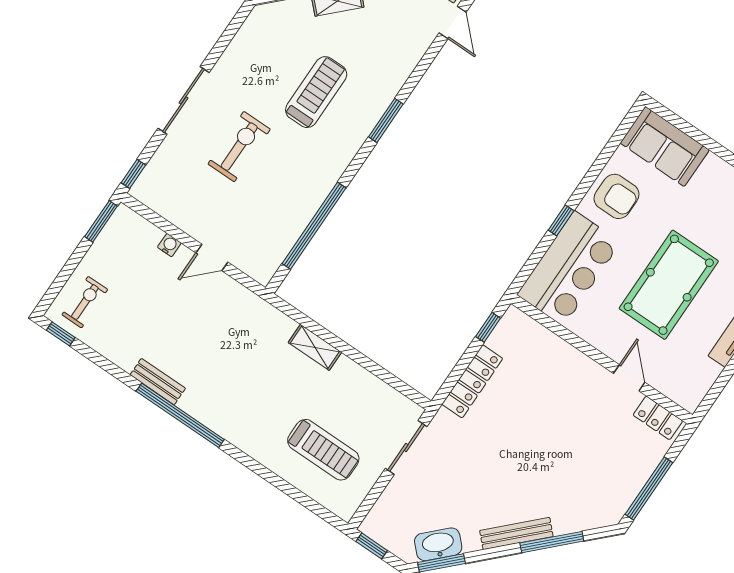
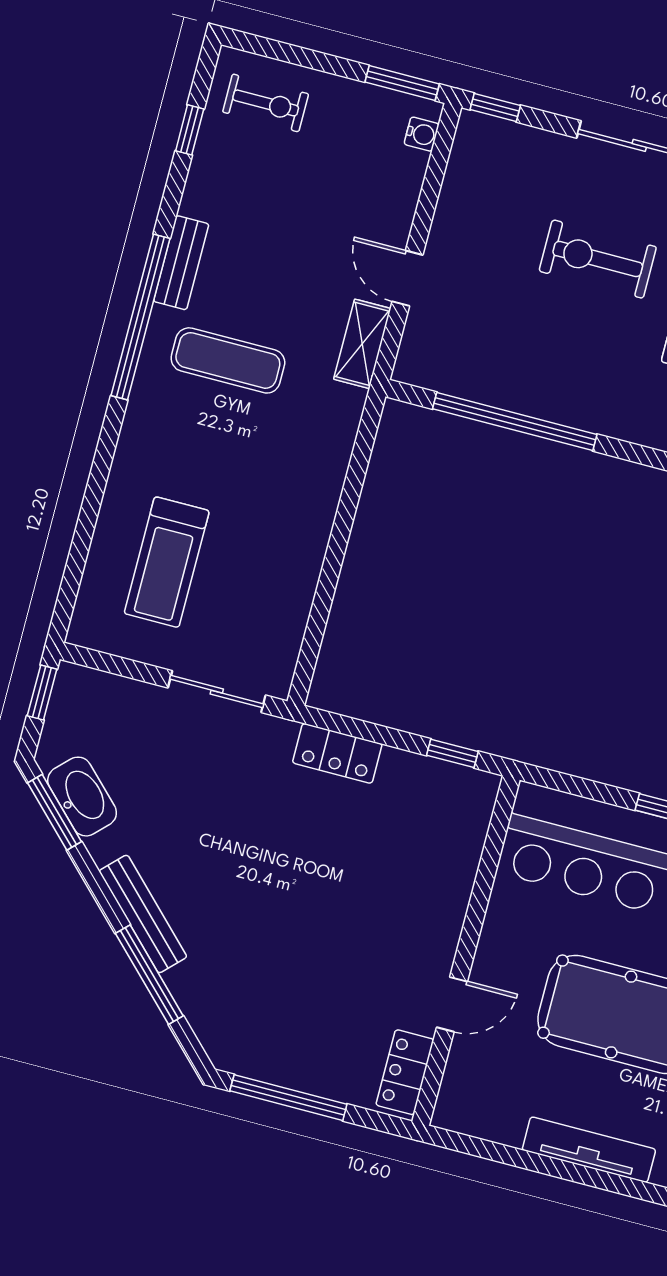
exercise bike: (239, 147) -> (598, 259), turned 180
water cooler: (169, 245) -> (422, 134), moved
window: (61, 334) -> (190, 130), moved
shelving: (315, 347) -> (362, 344), moved
exercise mat: (222, 375) -> (228, 360), added
locker: (472, 381) -> (337, 753), width x0.66

